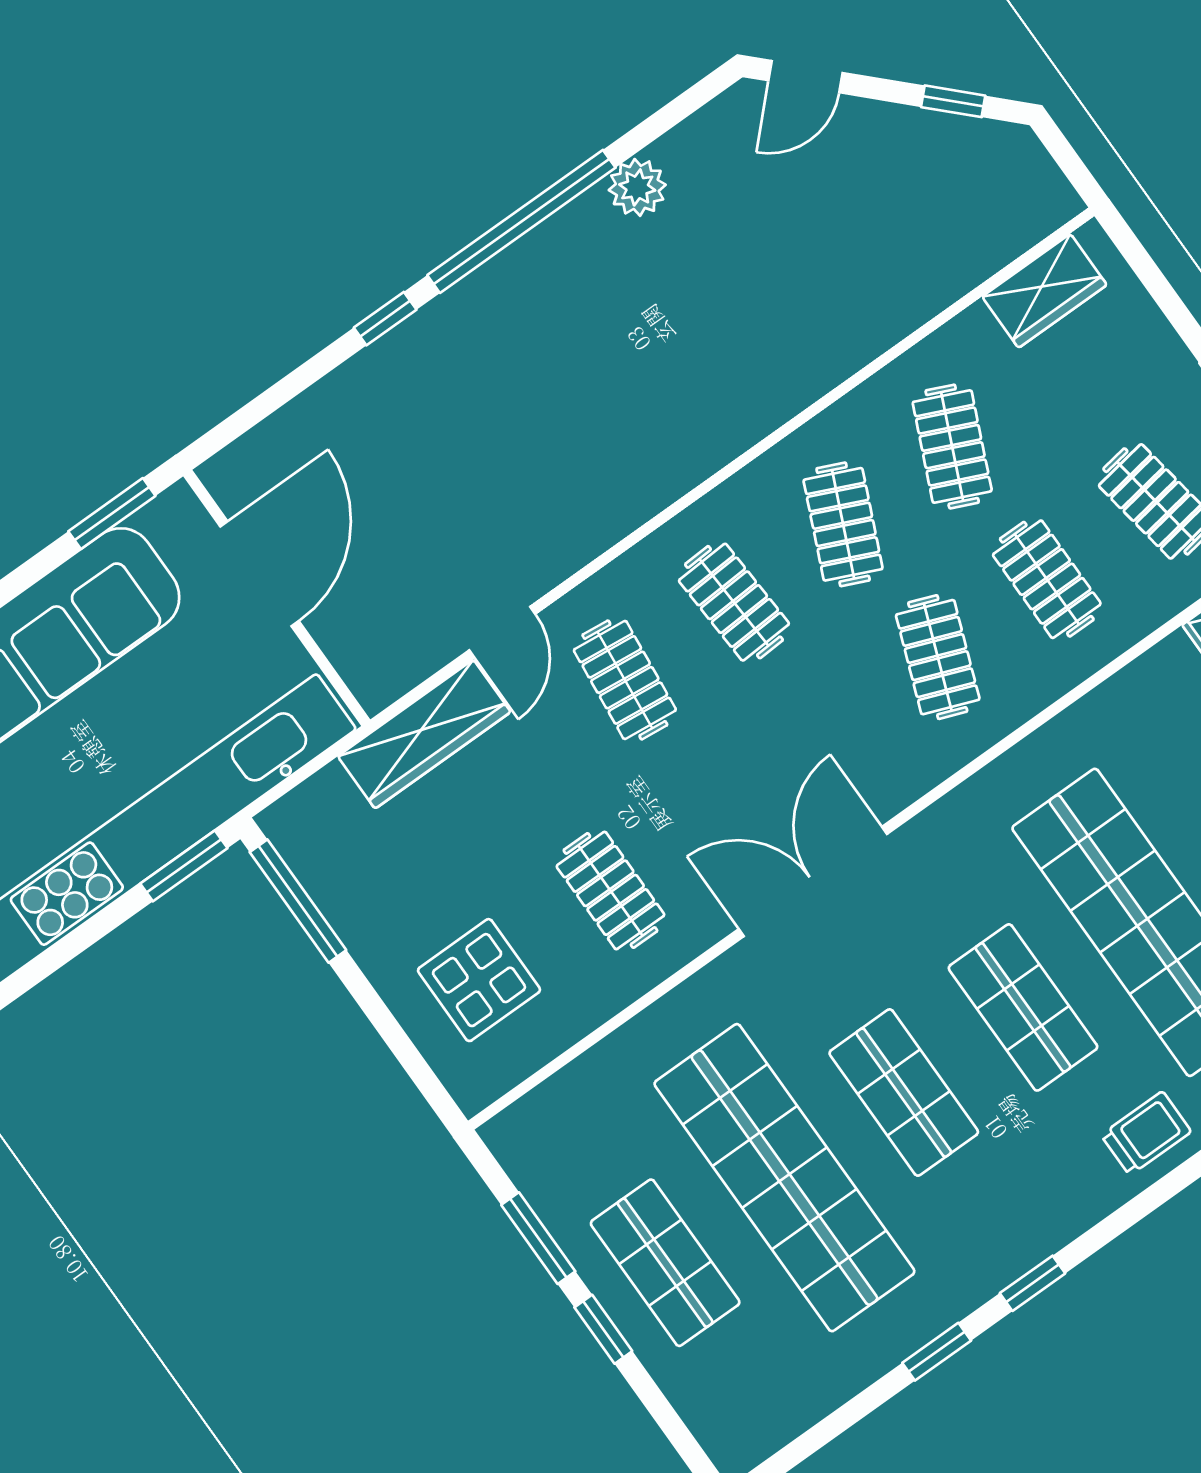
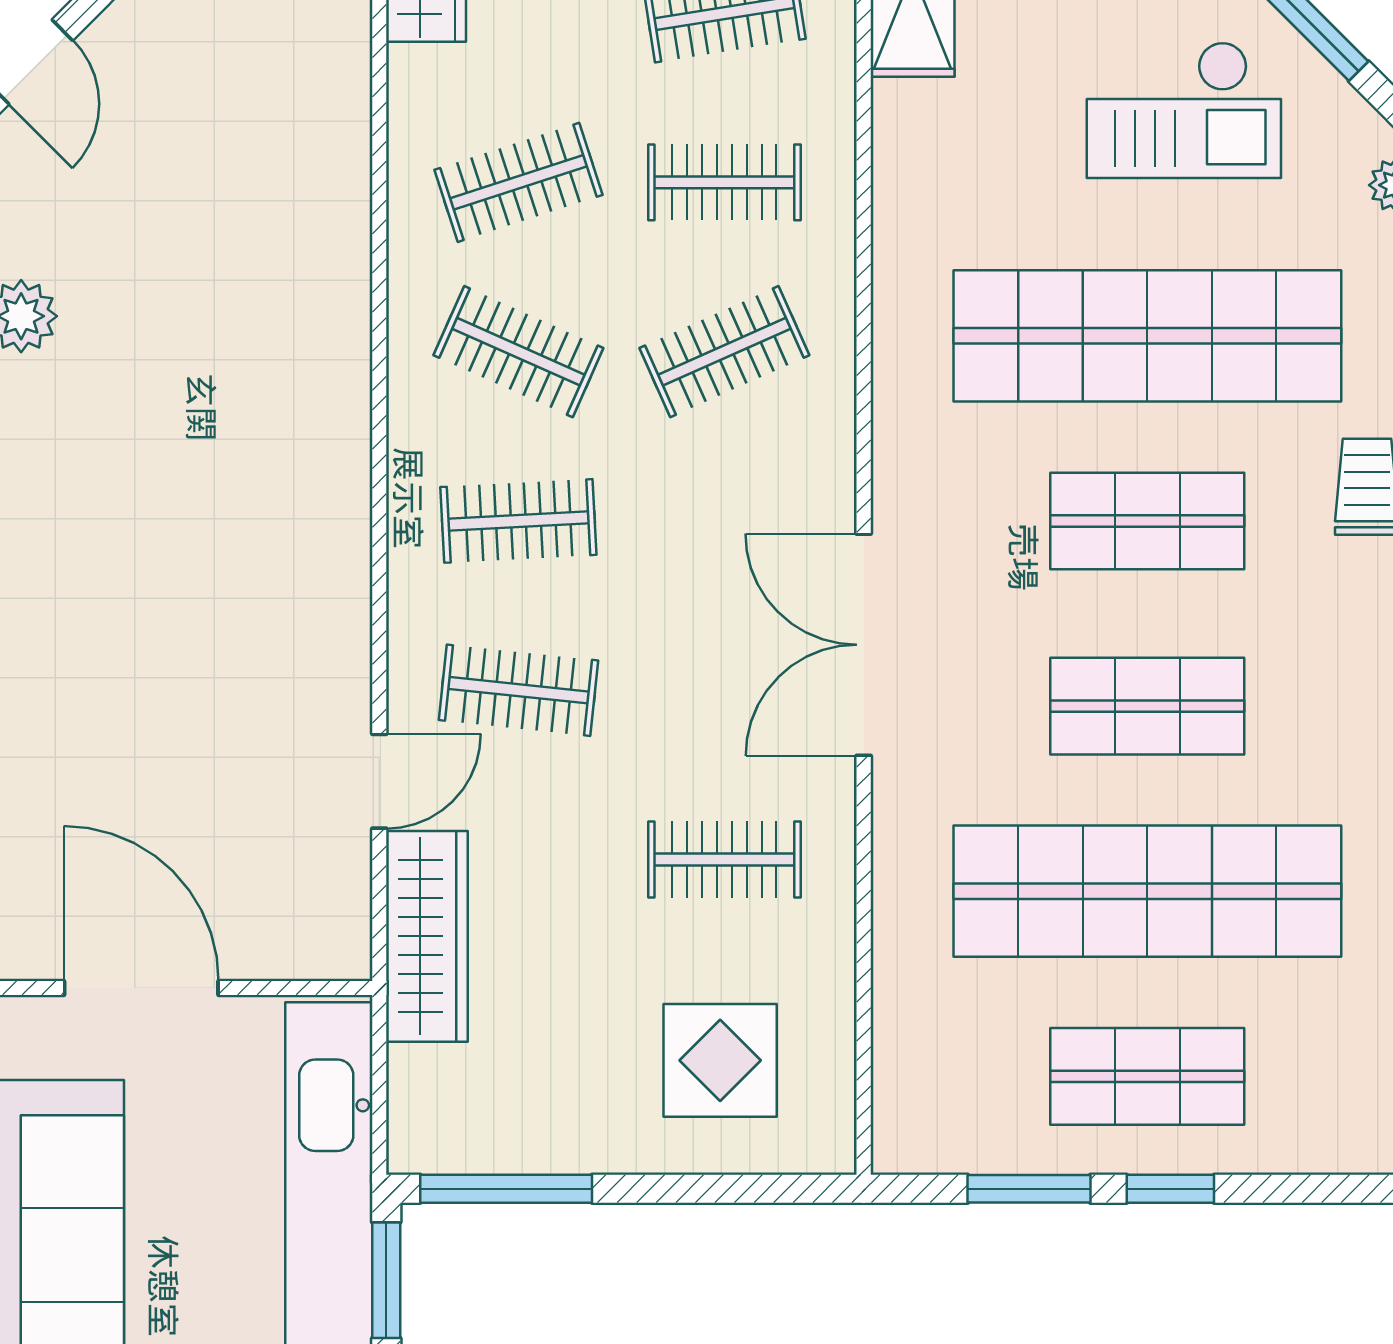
clothes rail: (952, 447) -> (518, 182), turned -42
door: (502, 632) -> (379, 781), hinge flipped
clothes rail: (938, 657) -> (724, 352), turned -45

